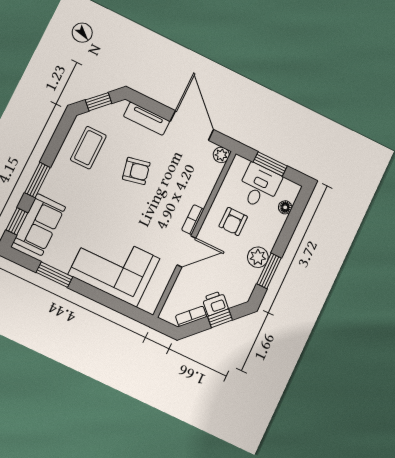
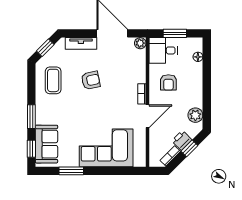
desk: (259, 186) -> (163, 50), moved, turned -90
plant: (258, 257) -> (195, 115), moved
window: (269, 271) -> (207, 103), removed

